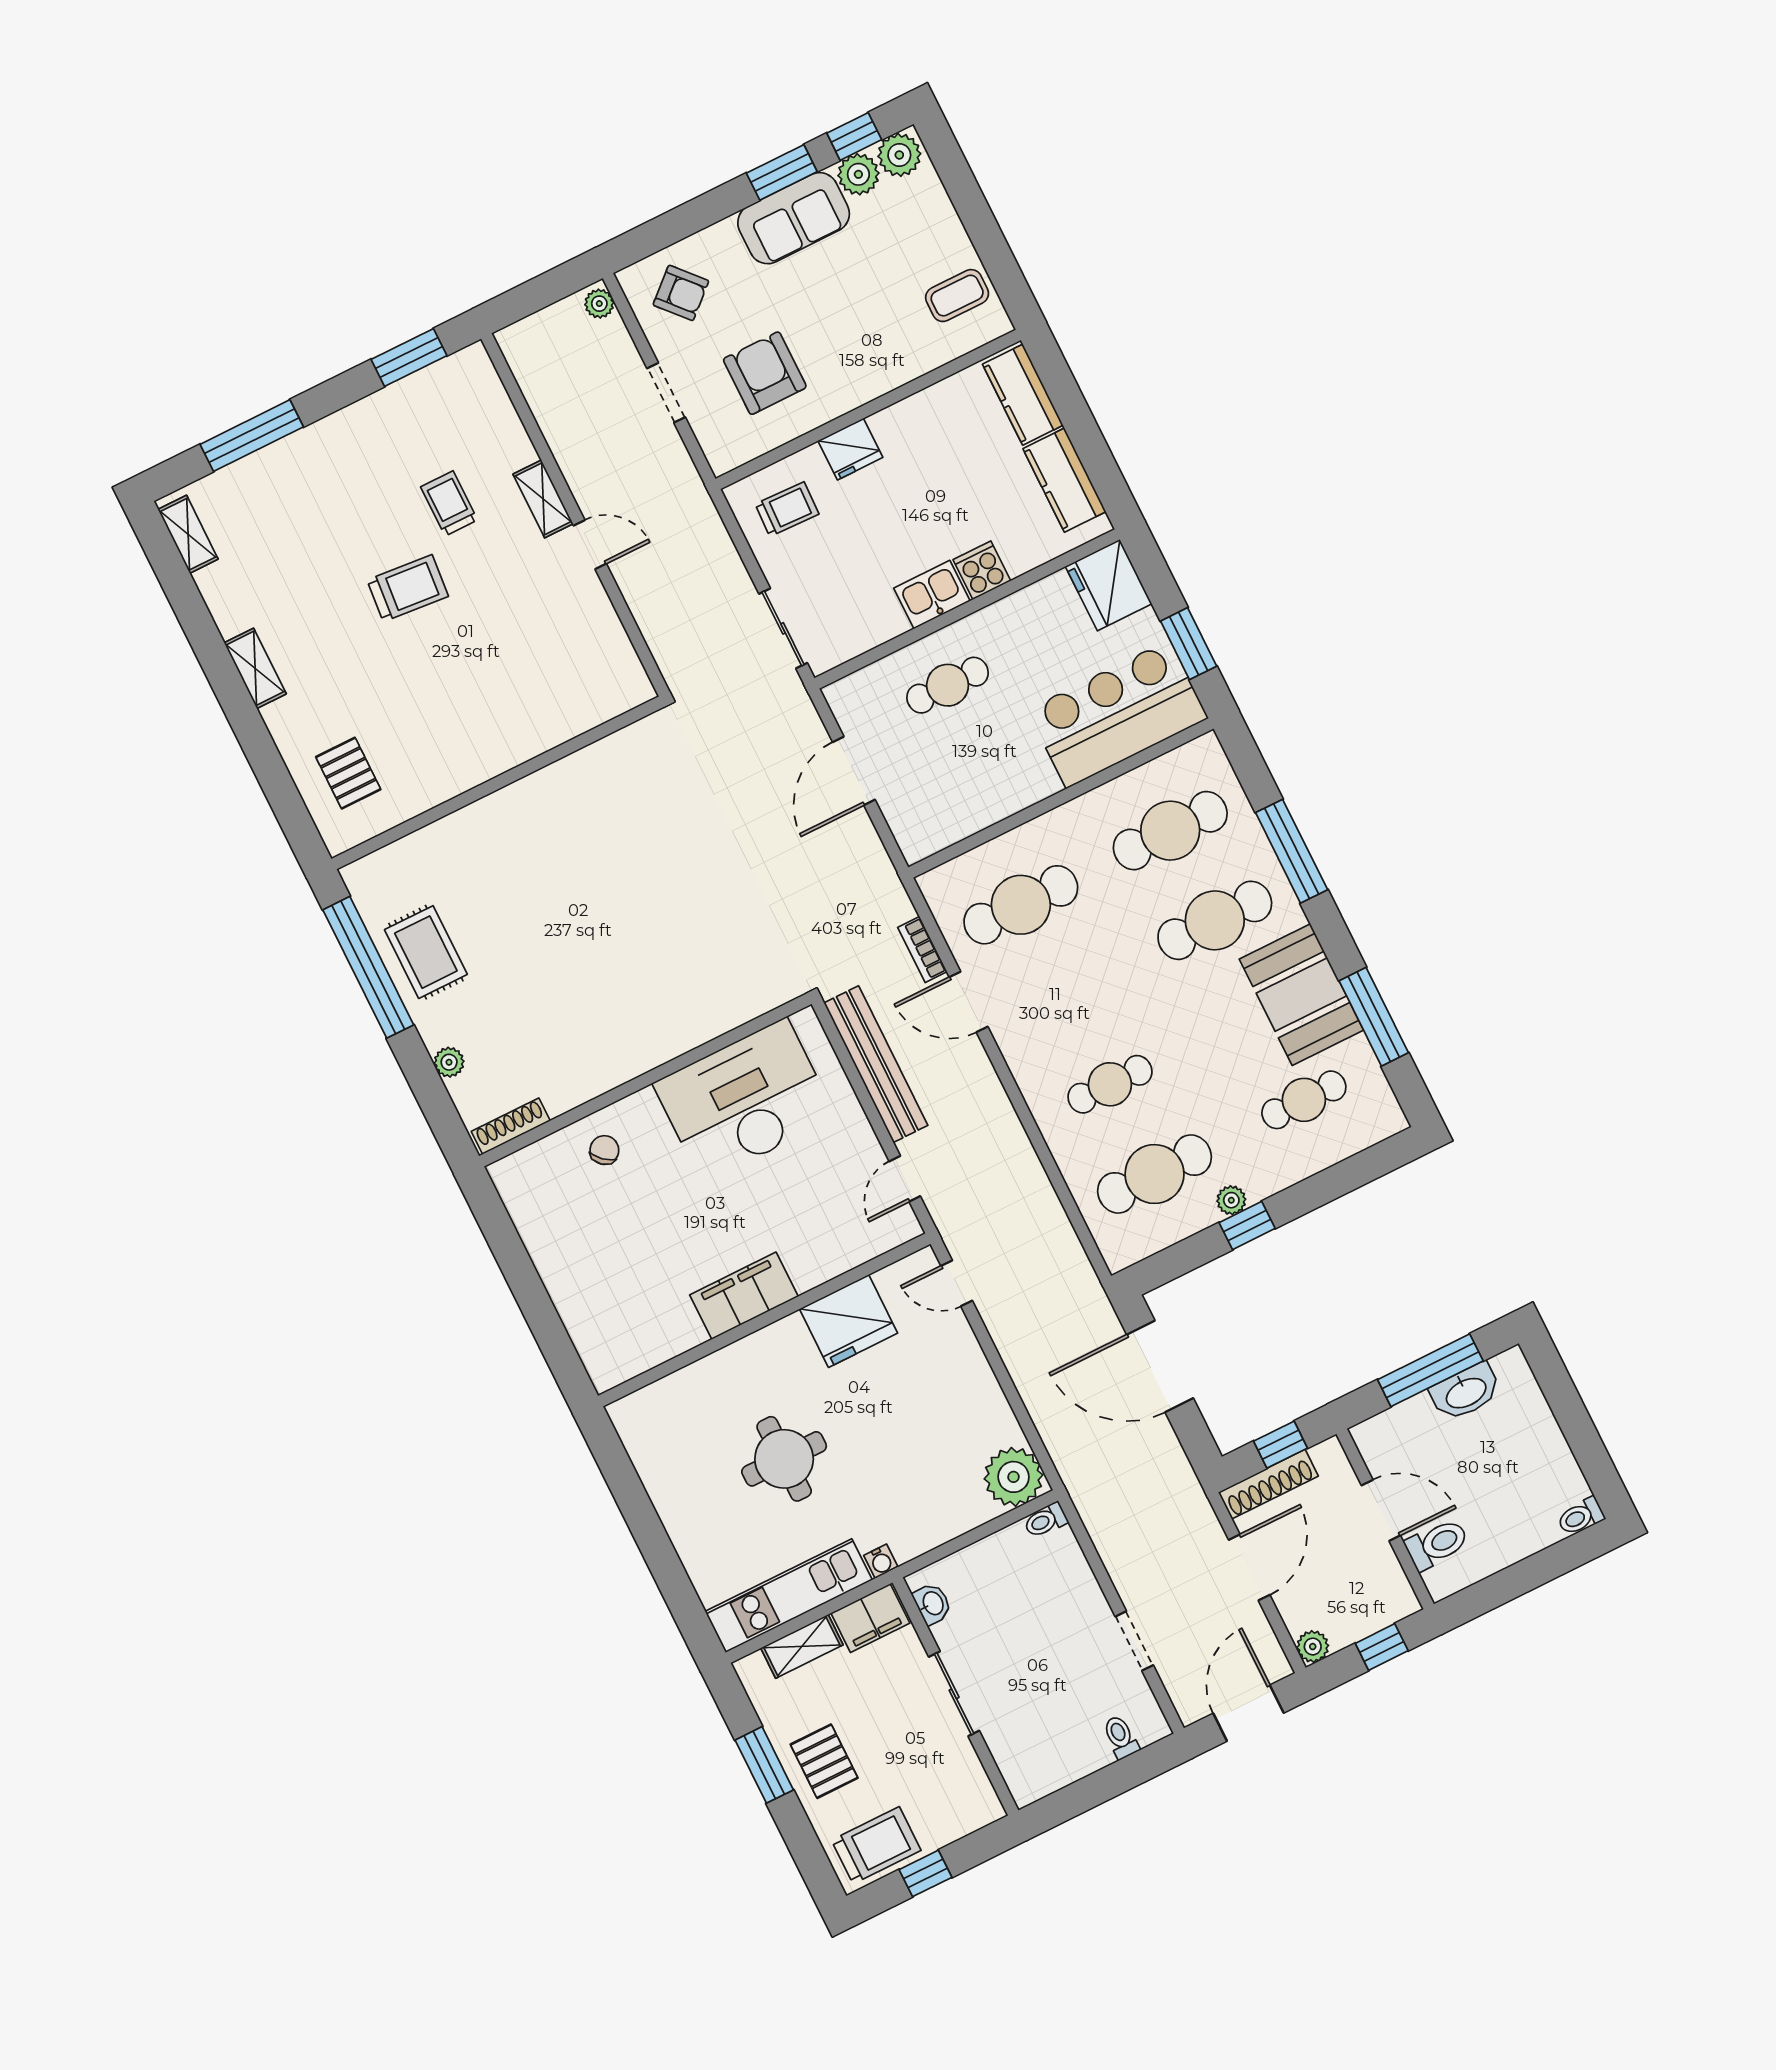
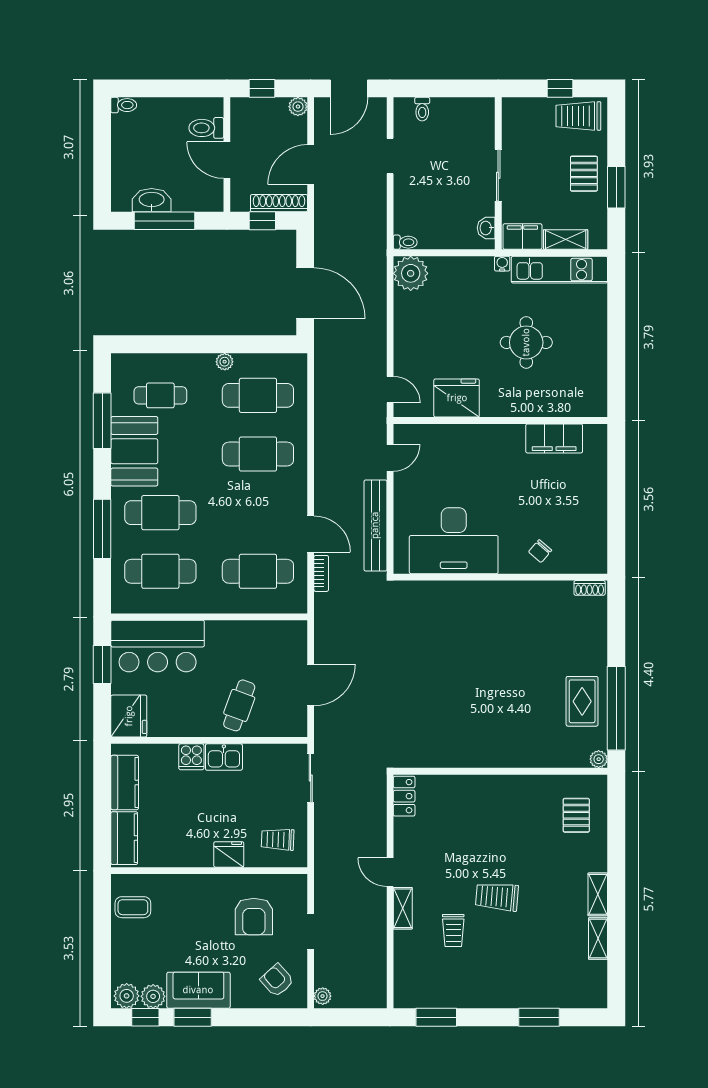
window: (252, 436) -> (539, 1017), width x0.69
shelving: (188, 534) -> (598, 939), moved
locker: (626, 672) -> (404, 796), added
cafe table: (948, 685) -> (239, 705), turned -70
plant: (449, 1062) -> (599, 759), moved
cafe table: (1110, 1084) -> (258, 454), width x1.37, depth x1.35
shoe rack: (511, 1126) -> (590, 588), width x0.70
window: (1247, 1225) -> (223, 344), removed
filing cabinet: (744, 1296) -> (554, 438), moved

